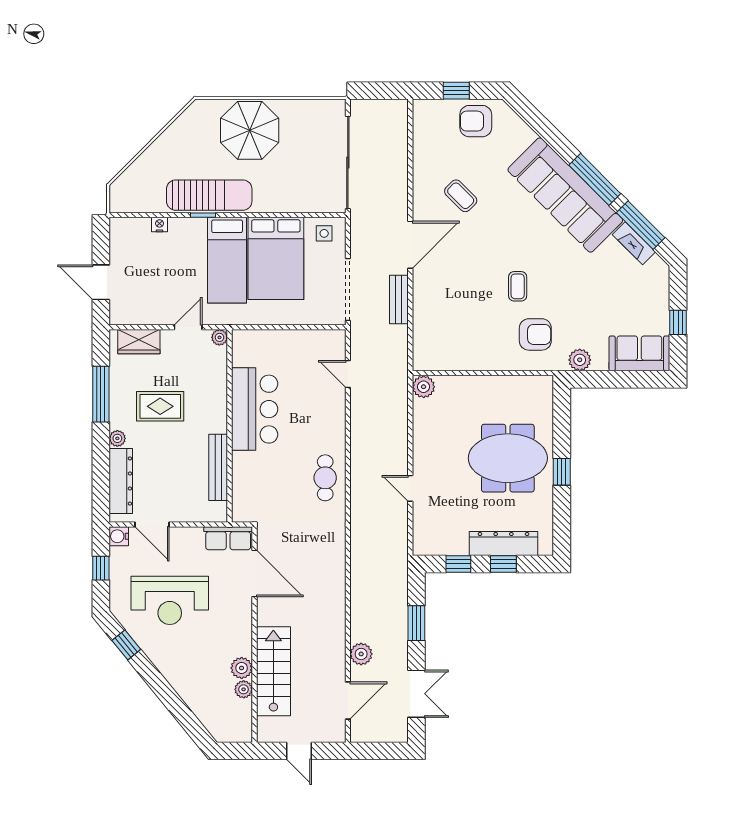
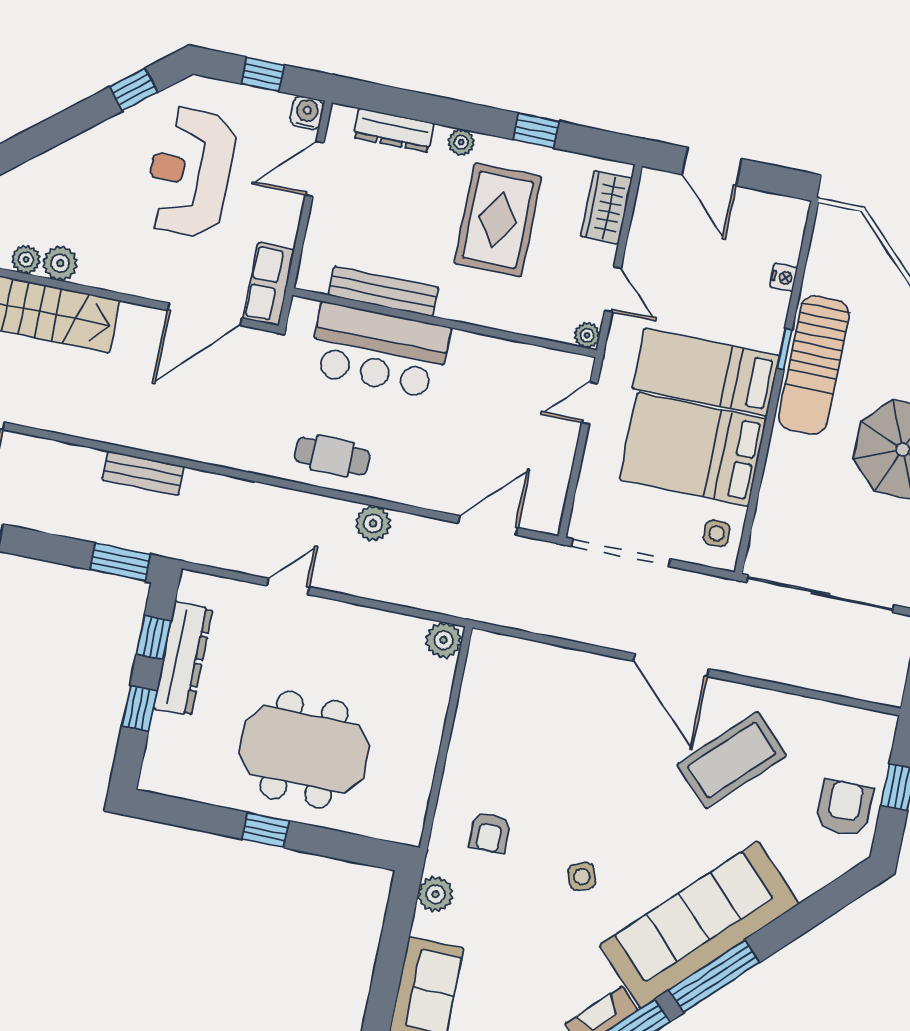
coffee table: (461, 196) -> (732, 760), width x1.86, depth x1.72
side table: (550, 273) -> (582, 876), added
door: (101, 282) -> (712, 167), swing flipped
coffee table: (518, 286) -> (571, 820), removed
bench: (399, 300) -> (143, 473), moved
door: (261, 327) -> (590, 403), added
armchair: (535, 334) -> (490, 833), width x0.72, depth x0.72
door: (348, 374) -> (488, 525), width x1.38
window: (101, 394) -> (536, 130), width x0.46
rug: (160, 406) -> (498, 220), width x1.36, depth x1.43
bar counter: (255, 409) -> (379, 350), moved
meeting table: (508, 458) -> (304, 750), turned 90
dresser: (121, 481) -> (394, 130), width x0.73, depth x0.80
dresser: (504, 544) -> (183, 658), moved
window: (416, 623) -> (120, 562), moved
plant: (361, 654) -> (373, 523), moved

